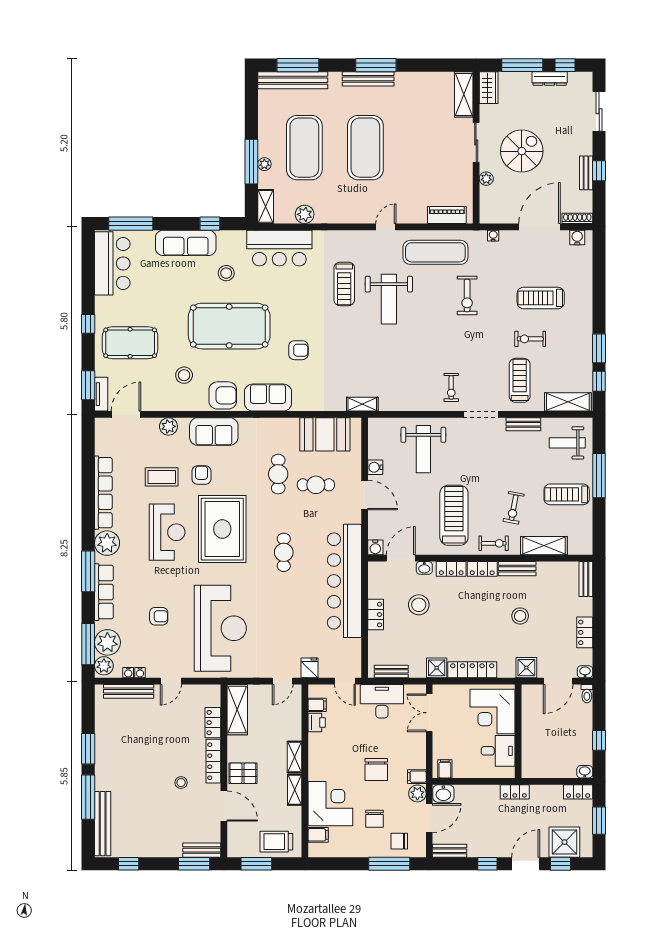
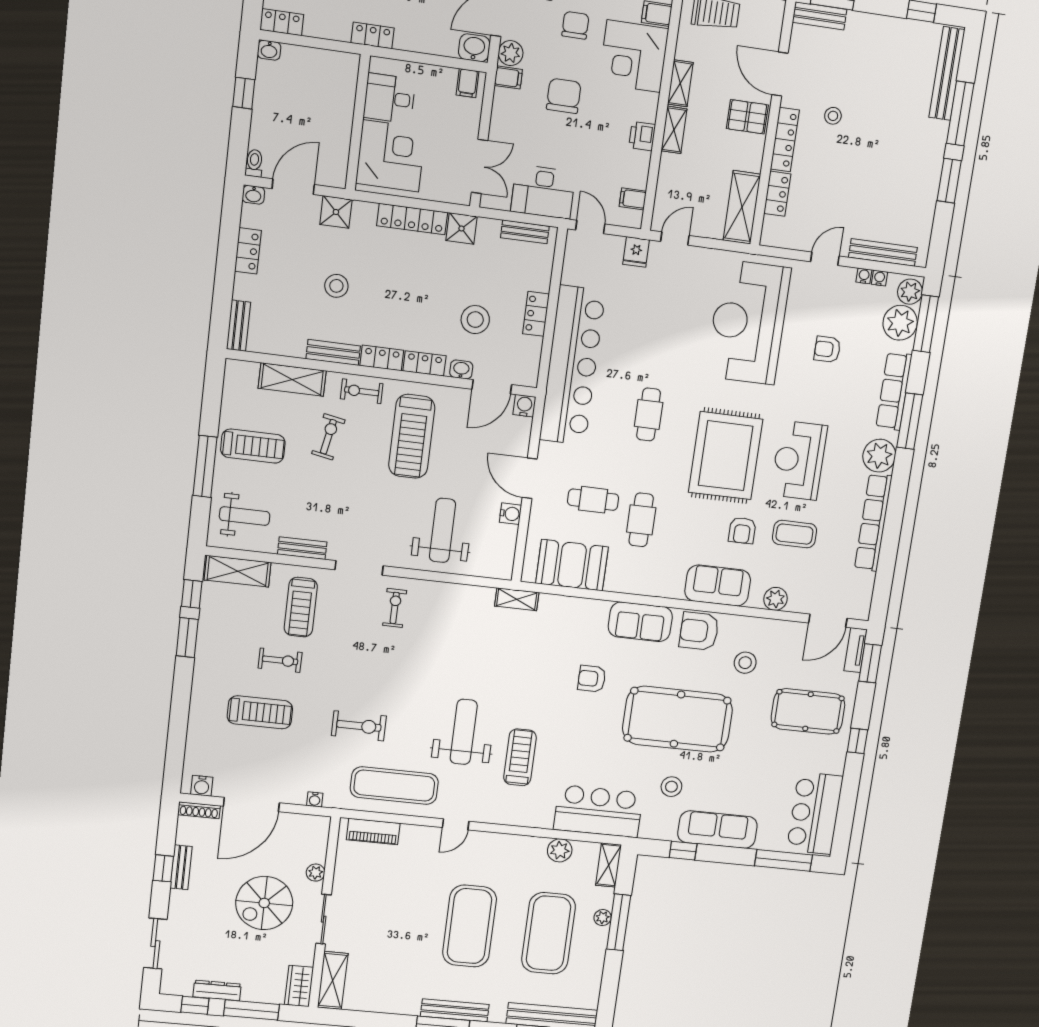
exercise bike: (467, 295) -> (359, 726), turned 90
printer: (317, 722) -> (642, 136), moved

